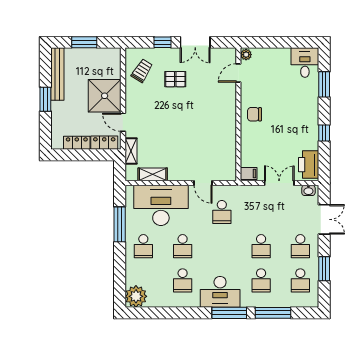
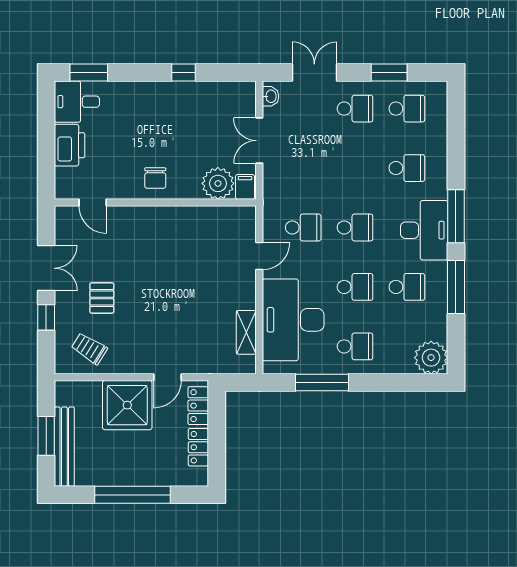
plant: (246, 55) -> (218, 183), moved, width x1.87, depth x1.87
bench: (57, 74) -> (64, 447), moved, turned 90
window: (324, 84) -> (89, 73), moved
window: (45, 99) -> (132, 495), width x2.11
shelving: (131, 151) -> (211, 365), removed
printer: (309, 165) -> (70, 145), moved, turned -90
school desk: (261, 246) -> (355, 227), moved
window: (273, 313) -> (456, 287), moved

